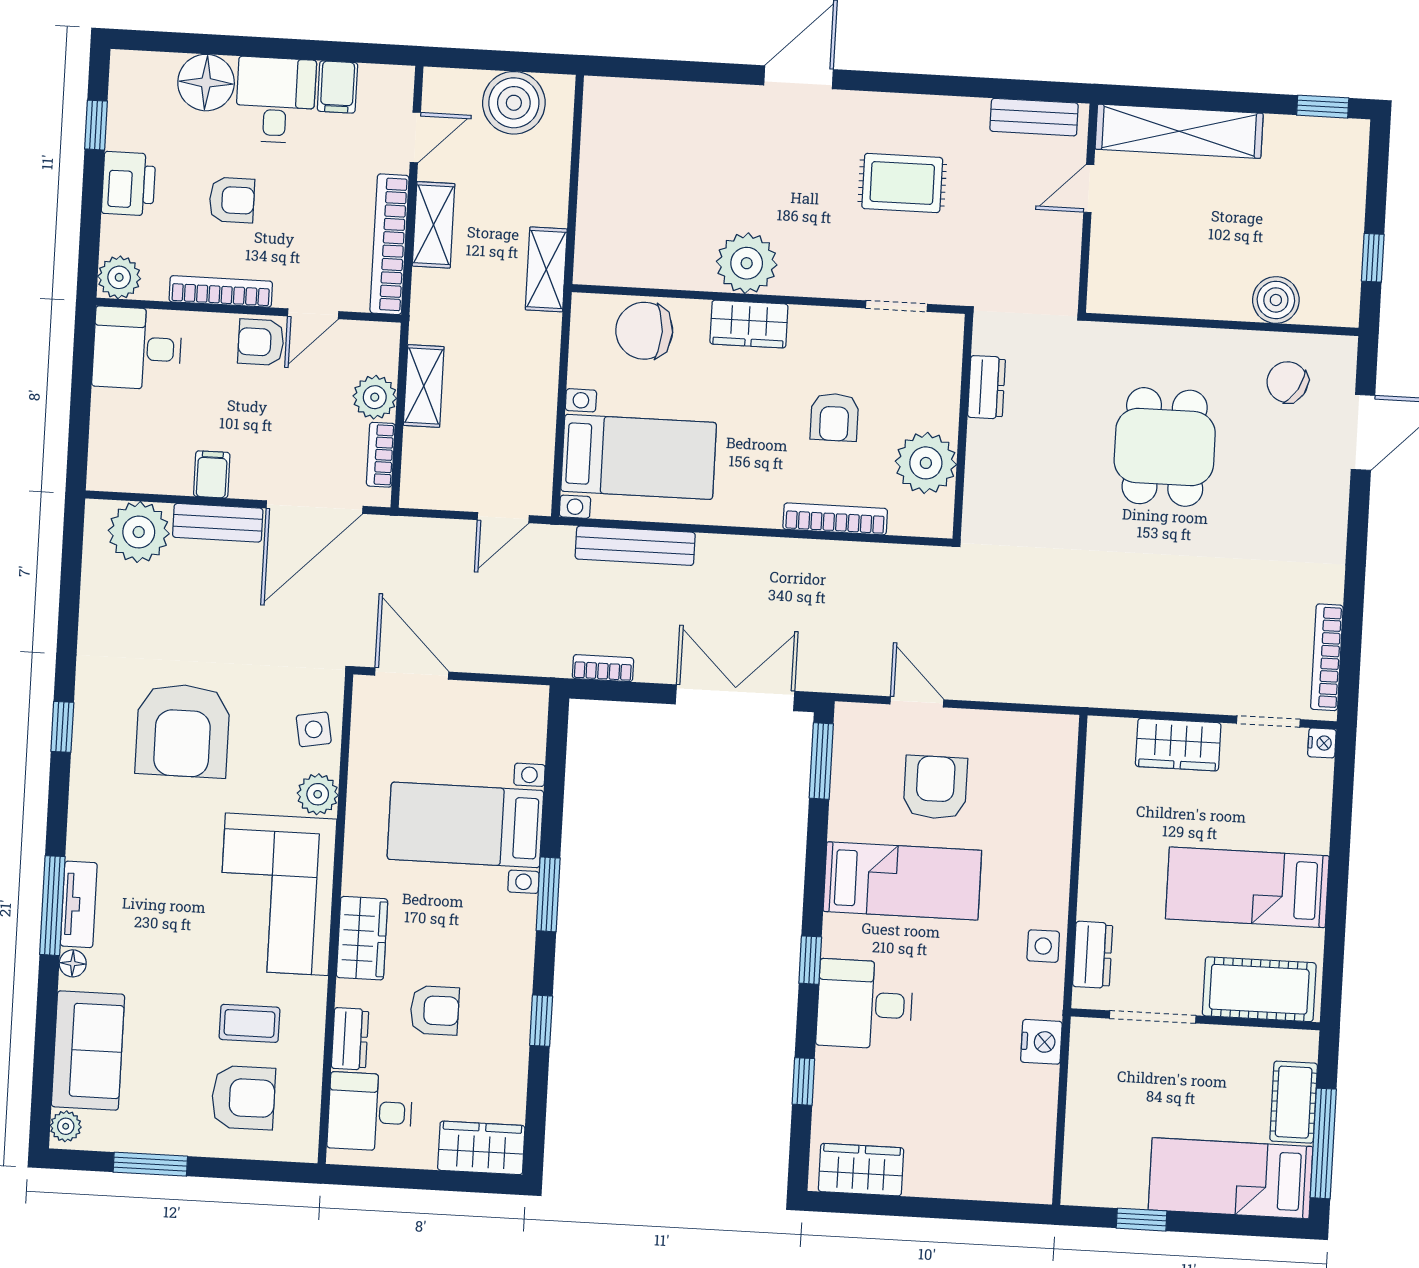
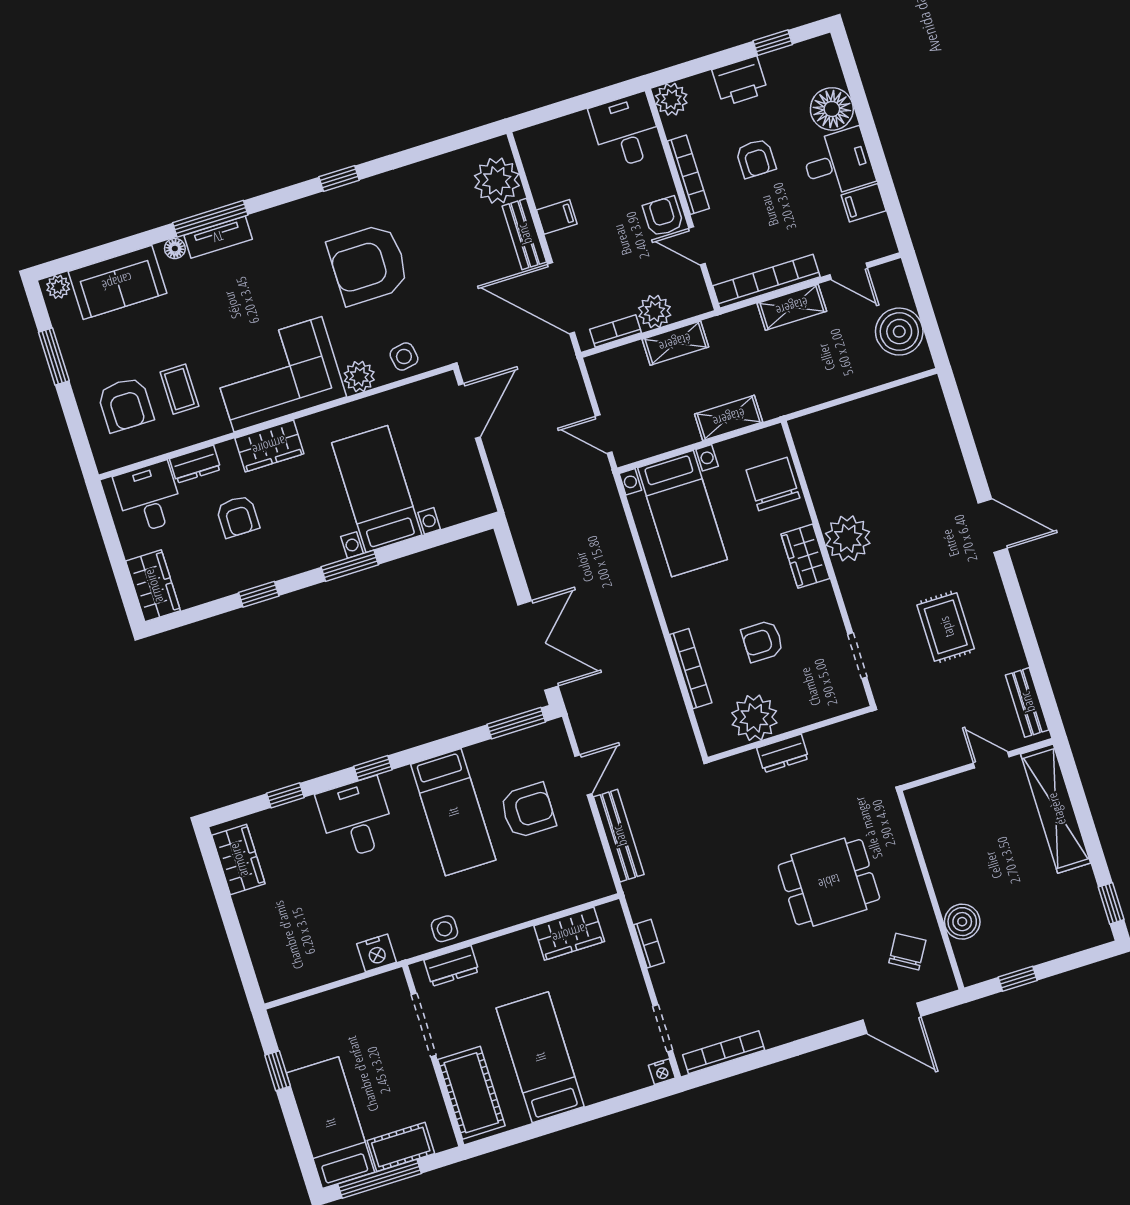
shelving: (546, 269) -> (729, 418), moved
dresser: (986, 387) -> (783, 753), moved
bench: (635, 546) -> (619, 836), moved
bookcase: (603, 668) -> (649, 944), moved
wardrobe: (1178, 745) -> (569, 934), moved, turned -90

